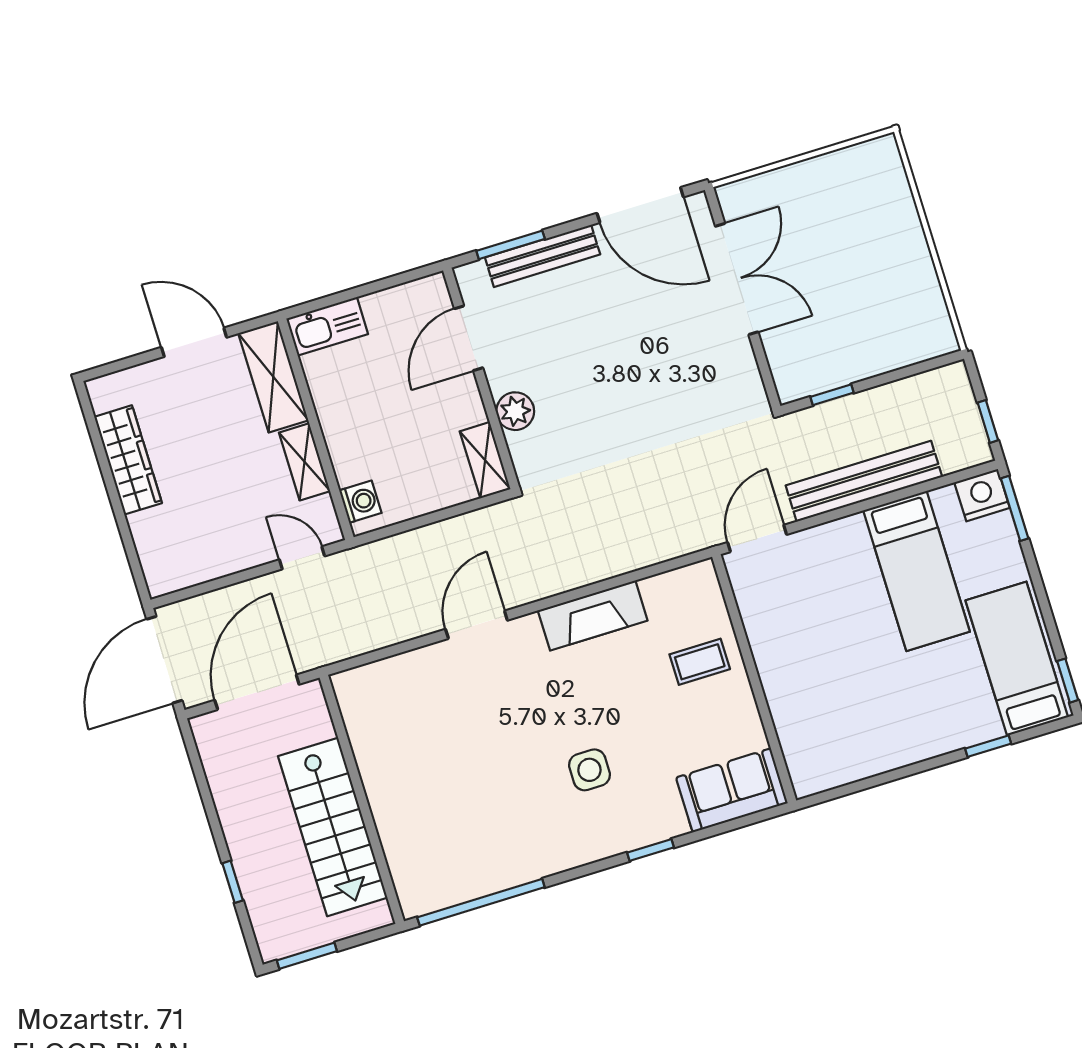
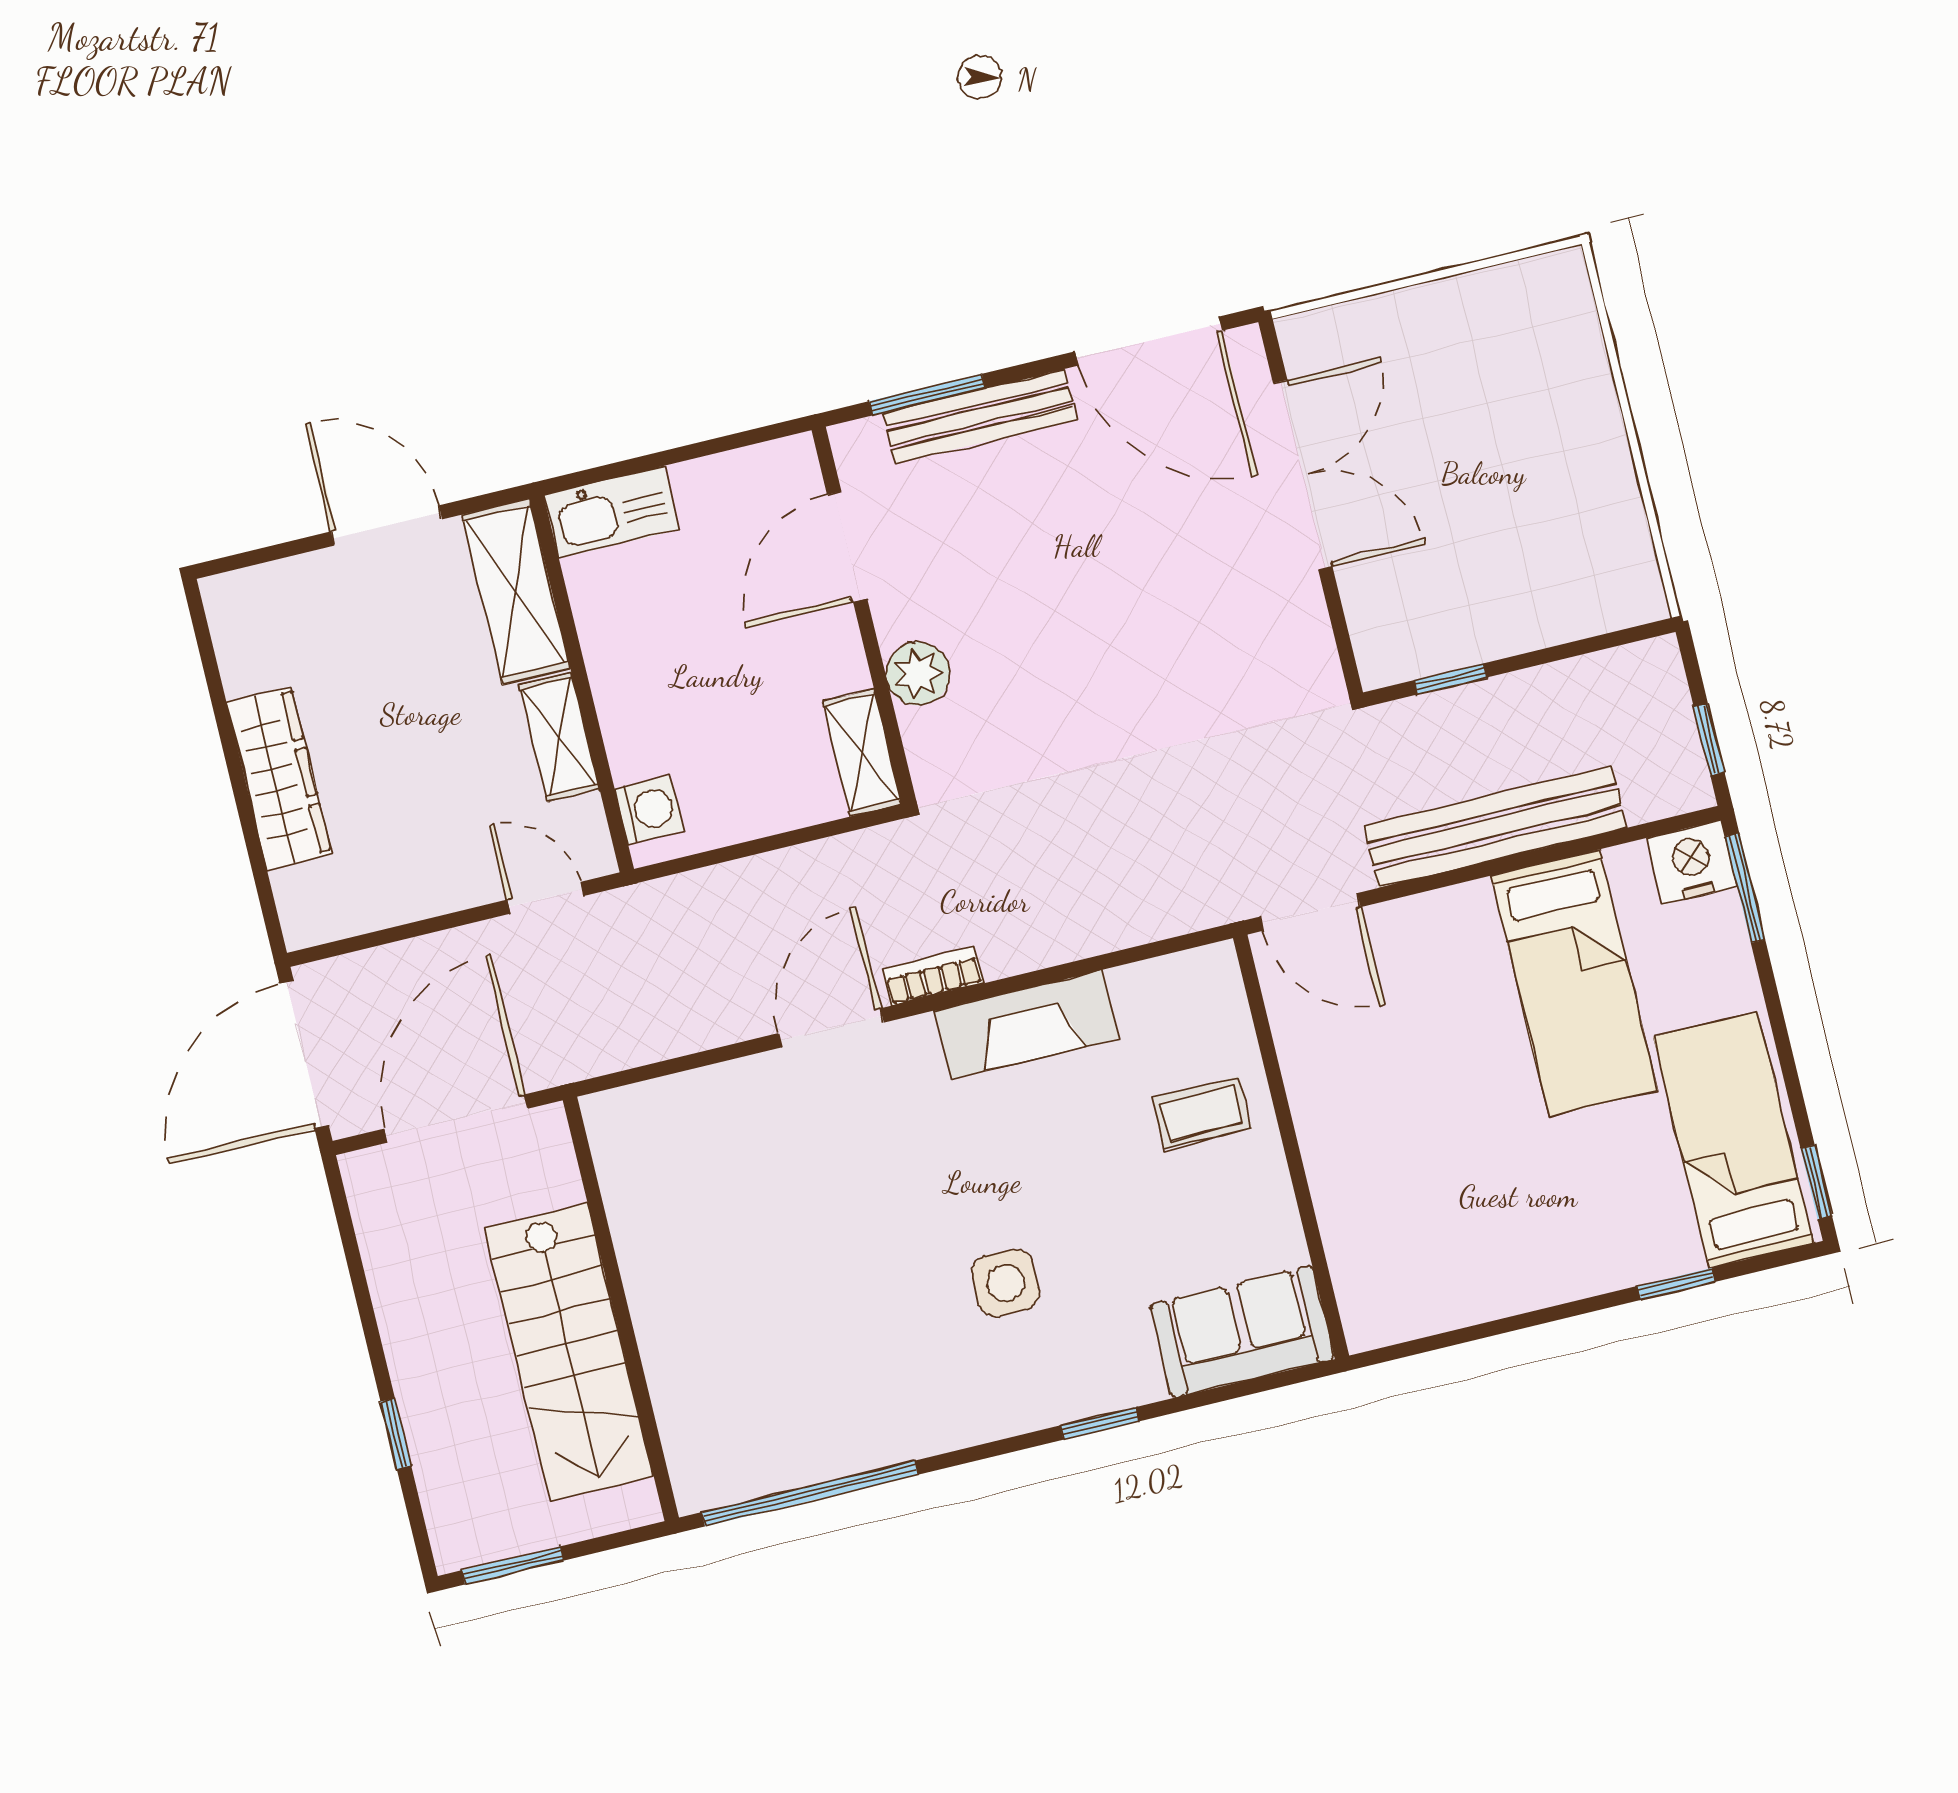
wardrobe: (128, 460) -> (279, 779), moved
door: (757, 538) -> (1310, 912), swing flipped
bookcase: (535, 590) -> (933, 976), added

